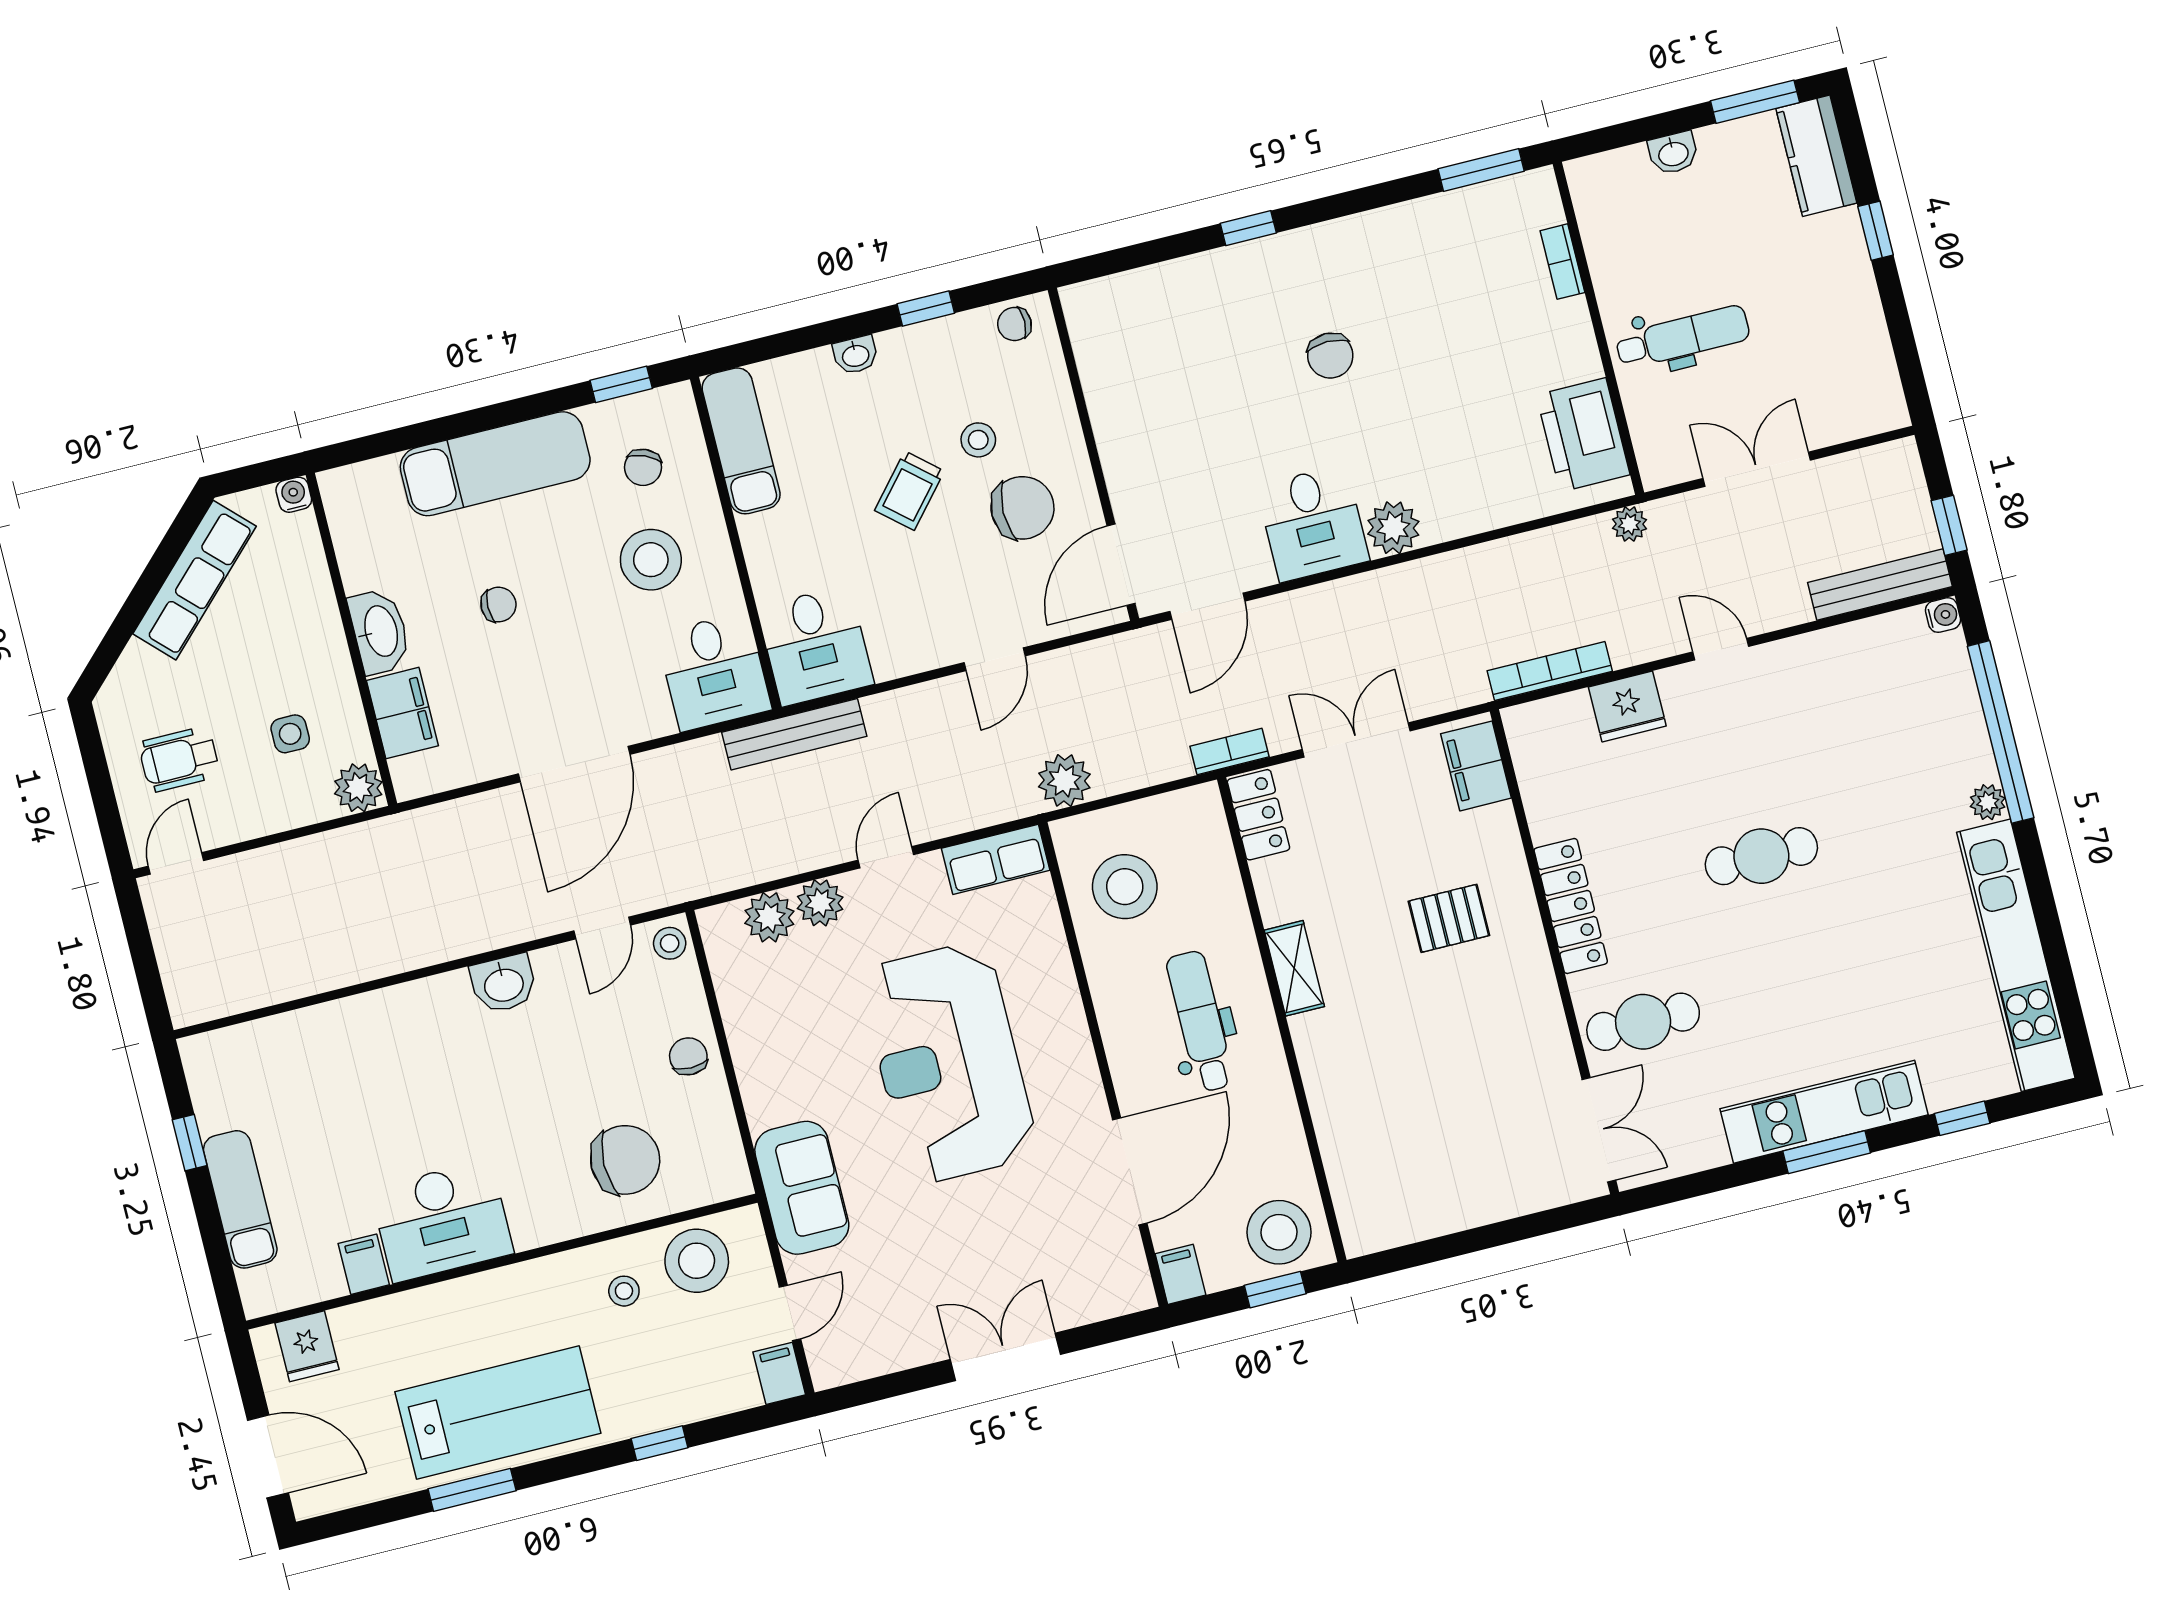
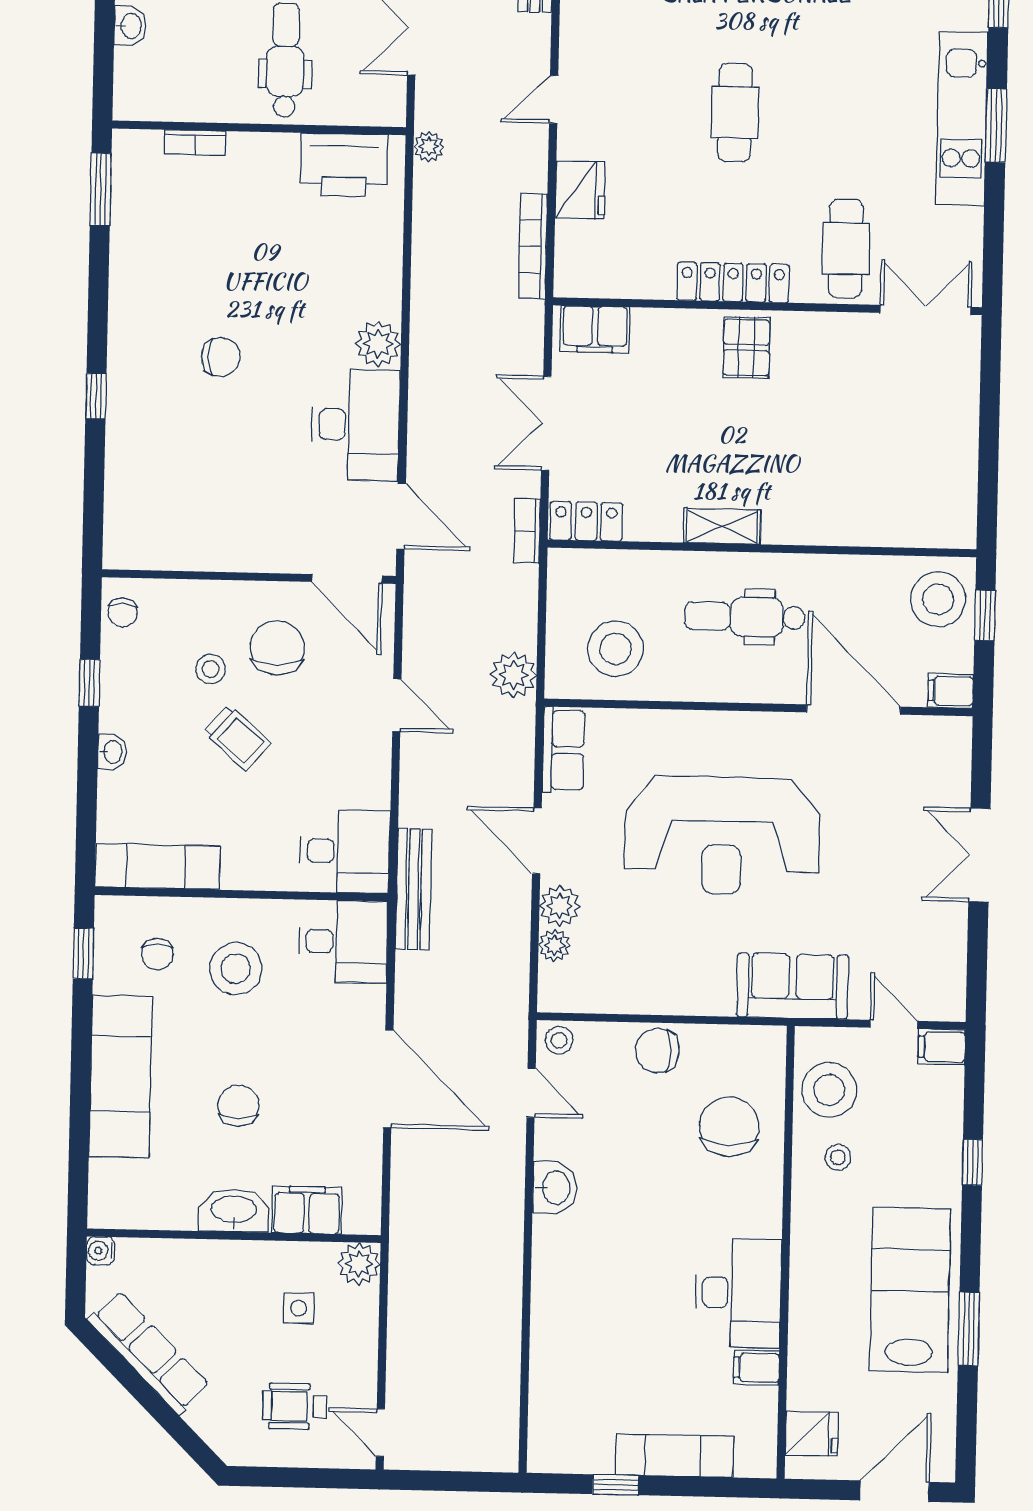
chair: (643, 467) -> (157, 954), turned 67
desk: (1313, 523) -> (356, 425), width x1.37
chair: (498, 605) -> (238, 1106), width x1.37, depth x1.37
wheelchair: (179, 759) -> (294, 1406), turned 90
door: (886, 857) -> (537, 841), width x1.38
plant: (769, 917) -> (554, 945), width x0.73, depth x0.73
pallet: (1449, 918) -> (746, 348), moved
chair: (688, 1056) -> (657, 1050), width x1.37, depth x1.37

